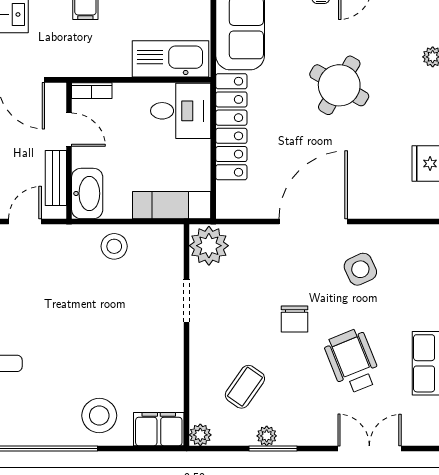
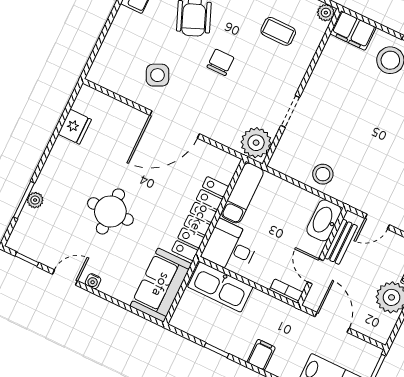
round table: (339, 85) -> (110, 211), turned -30
exam couch: (172, 205) -> (242, 193), moved, turned -90
coffee table: (245, 387) -> (278, 31), turned 55

